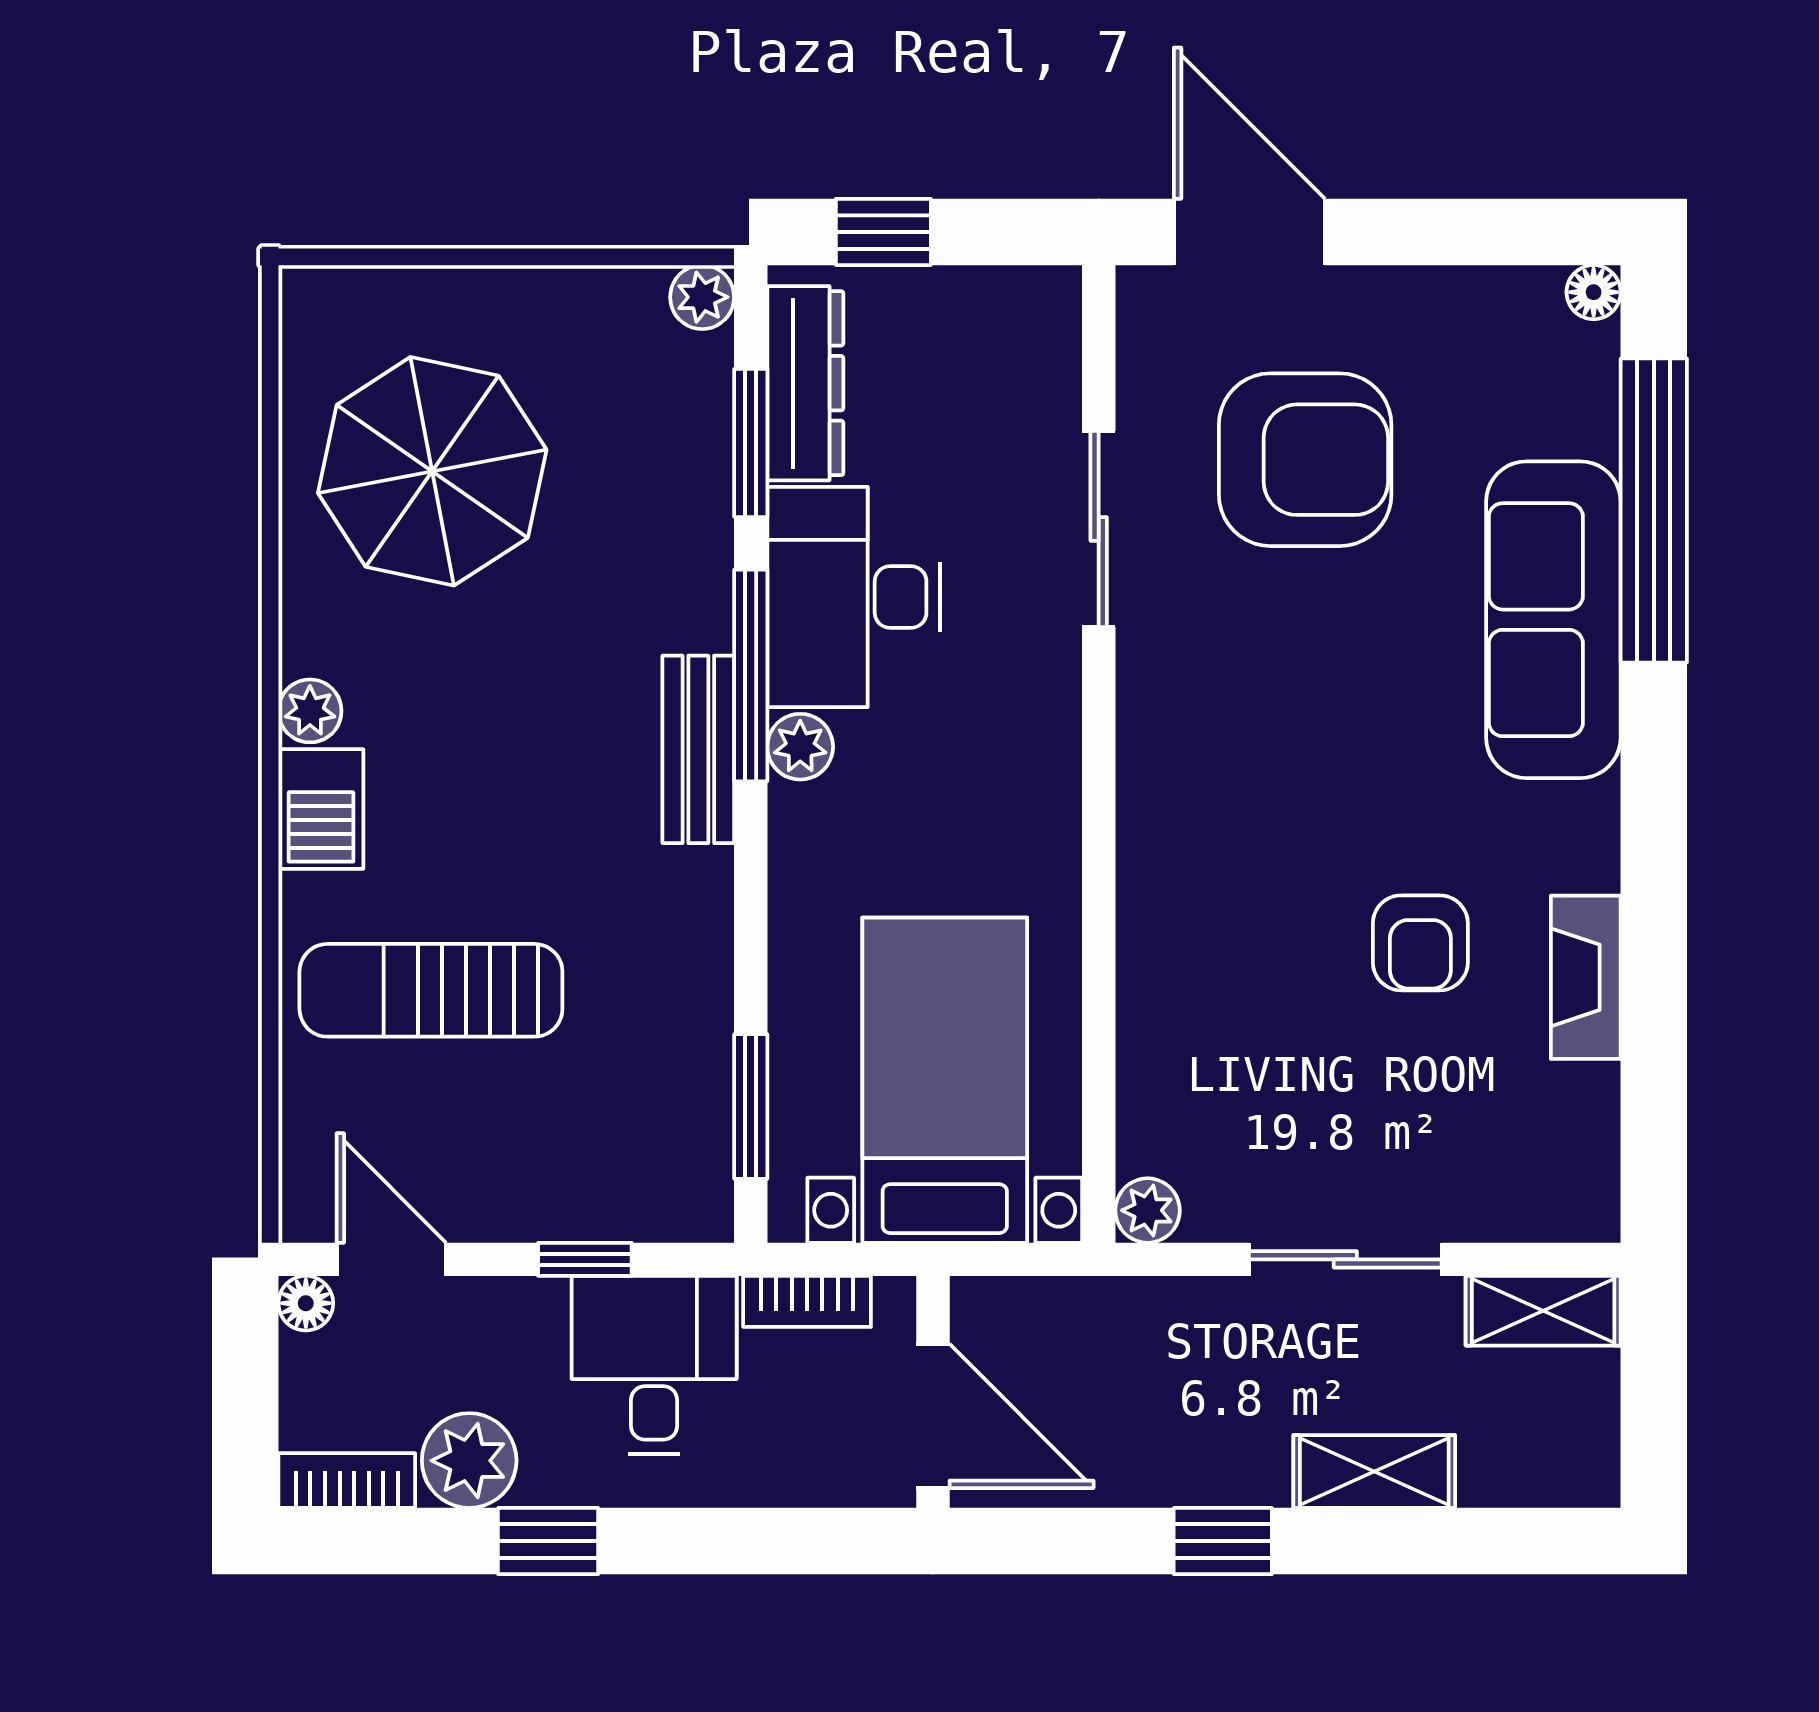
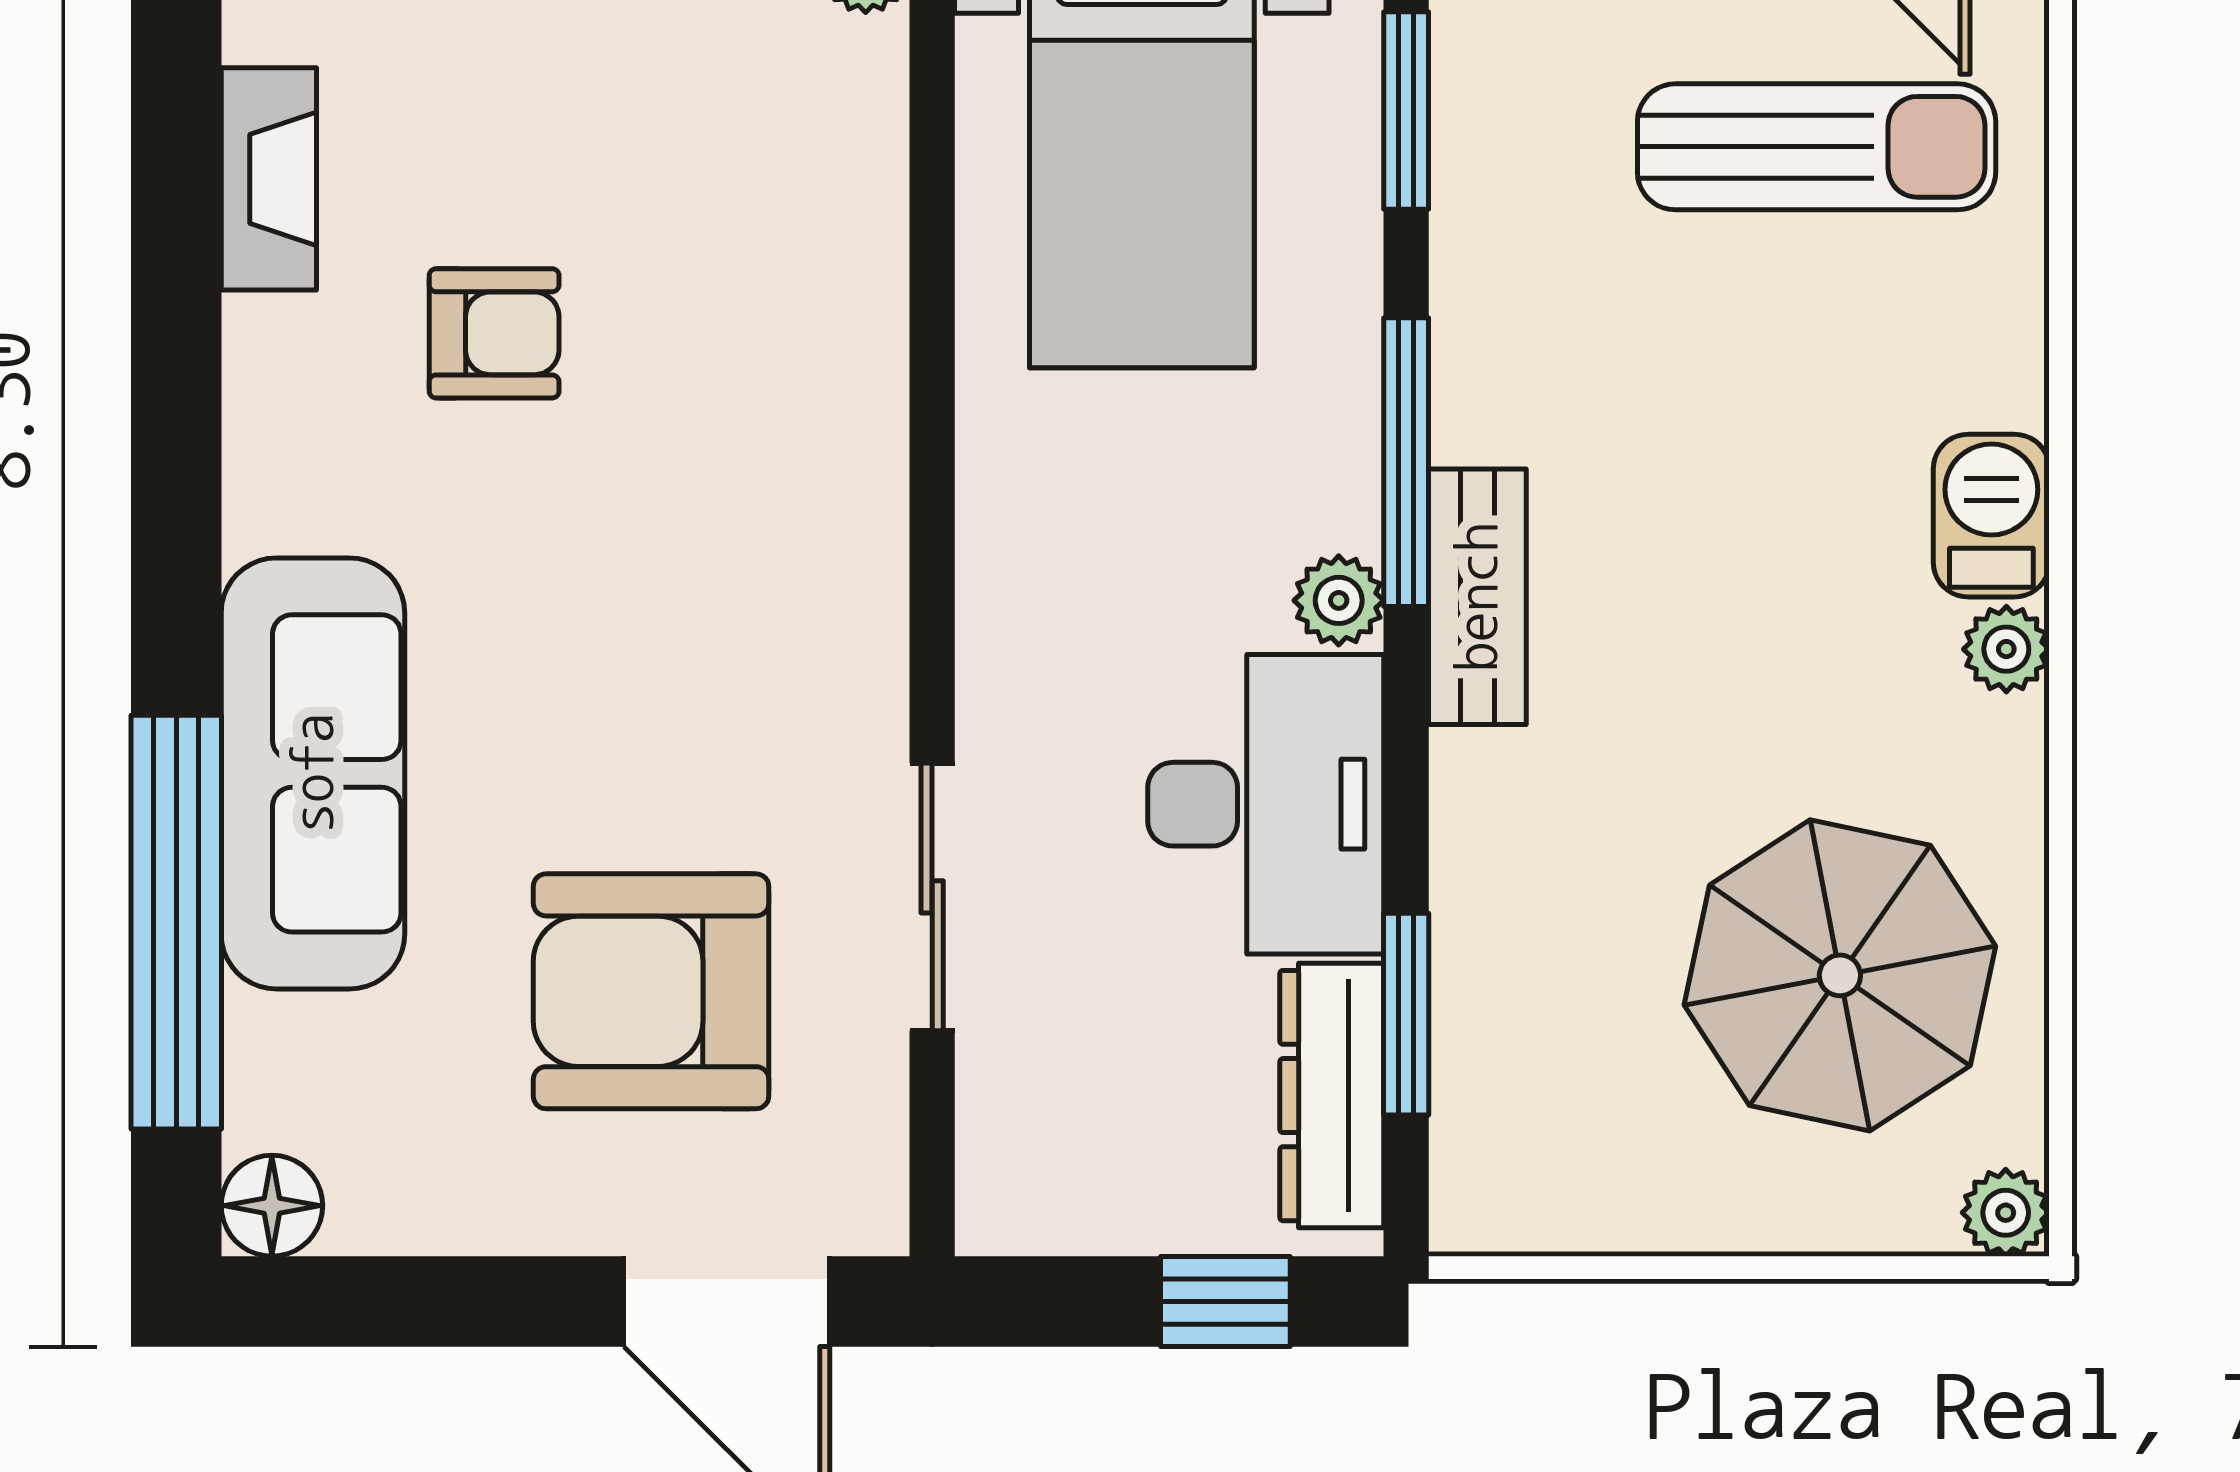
floor lamp: (1594, 292) -> (272, 1206), width x1.37, depth x1.37
plant: (702, 297) -> (2006, 1213), moved
window: (751, 675) -> (1406, 462), moved
armchair: (1420, 943) -> (494, 333), turned 90
fireplace: (1586, 977) -> (269, 179), moved
sun lounger: (431, 990) -> (1817, 147), moved

